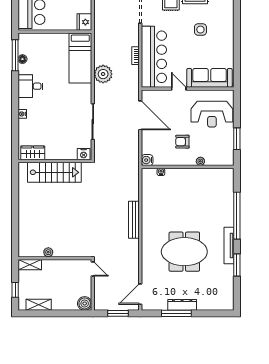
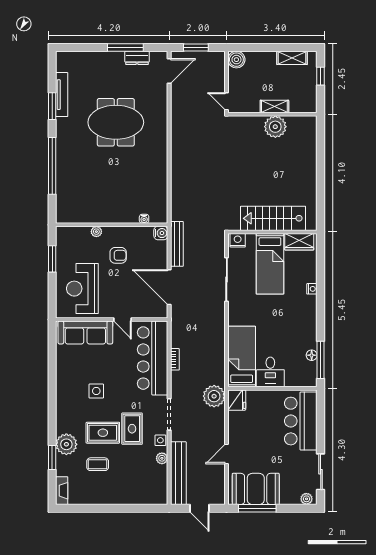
plant: (103, 74) -> (214, 396), moved
desk: (30, 86) -> (270, 372), moved, turned 90
reception desk: (212, 114) -> (82, 289), turned -90
bed: (57, 135) -> (270, 264), added
bench: (134, 220) -> (177, 244), moved
tv unit: (229, 245) -> (62, 95), moved
plant: (48, 252) -> (275, 127), width x1.88, depth x1.88
shelving: (30, 265) -> (274, 106), moved
dresser: (182, 305) -> (137, 58), moved, width x0.70

